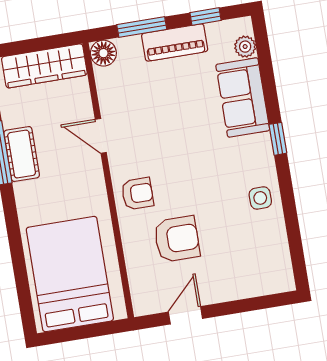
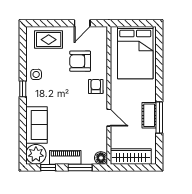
plant: (245, 47) -> (36, 154), width x1.88, depth x1.88
window: (278, 139) -> (23, 89), moved
armchair: (137, 194) -> (96, 86), turned 90
rug: (247, 272) -> (49, 40), added

